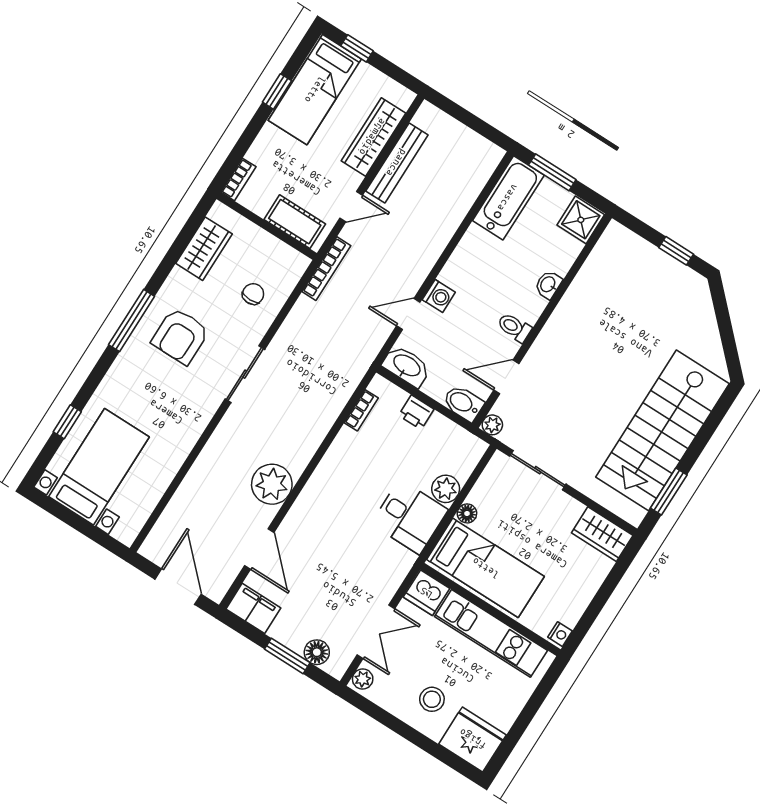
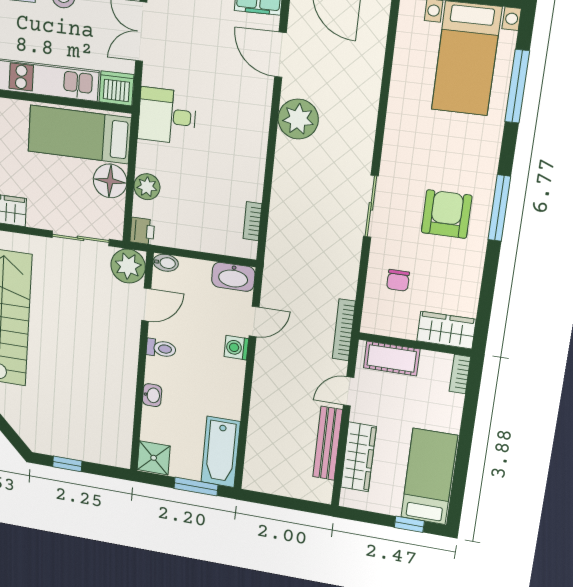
window: (277, 91) -> (462, 462), removed
wardrobe: (204, 249) -> (446, 330), moved, turned 90
bidet: (463, 403) -> (166, 263), width x0.72, depth x0.74
printer: (416, 412) -> (142, 231), moved, turned 90
window: (67, 422) -> (517, 86), width x2.17
plant: (492, 425) -> (128, 266), width x1.88, depth x1.88
floor lamp: (467, 513) -> (110, 181), width x1.89, depth x1.89
desk: (410, 517) -> (167, 116), moved

